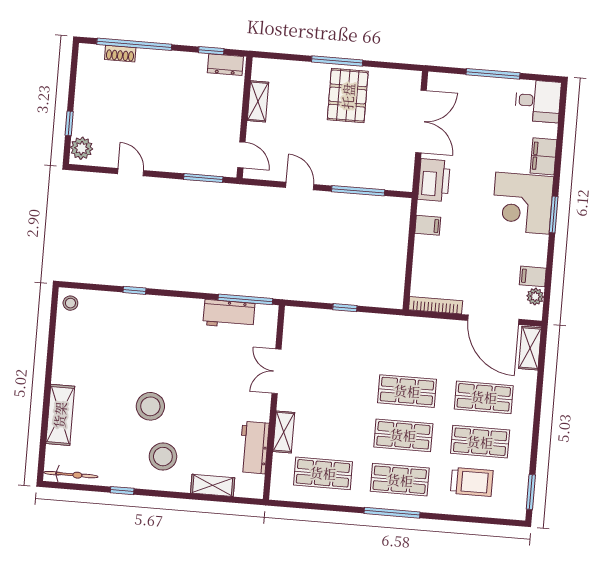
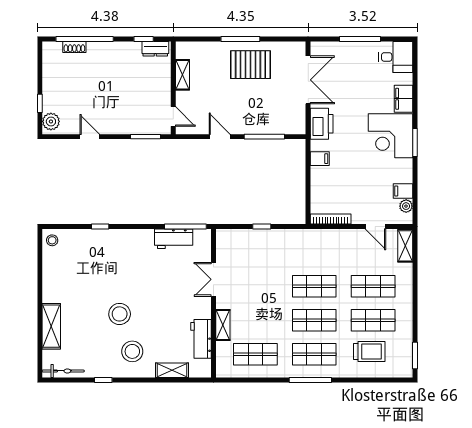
pallet: (348, 96) -> (250, 65), turned 90
door: (493, 320) -> (376, 227), width x0.53

